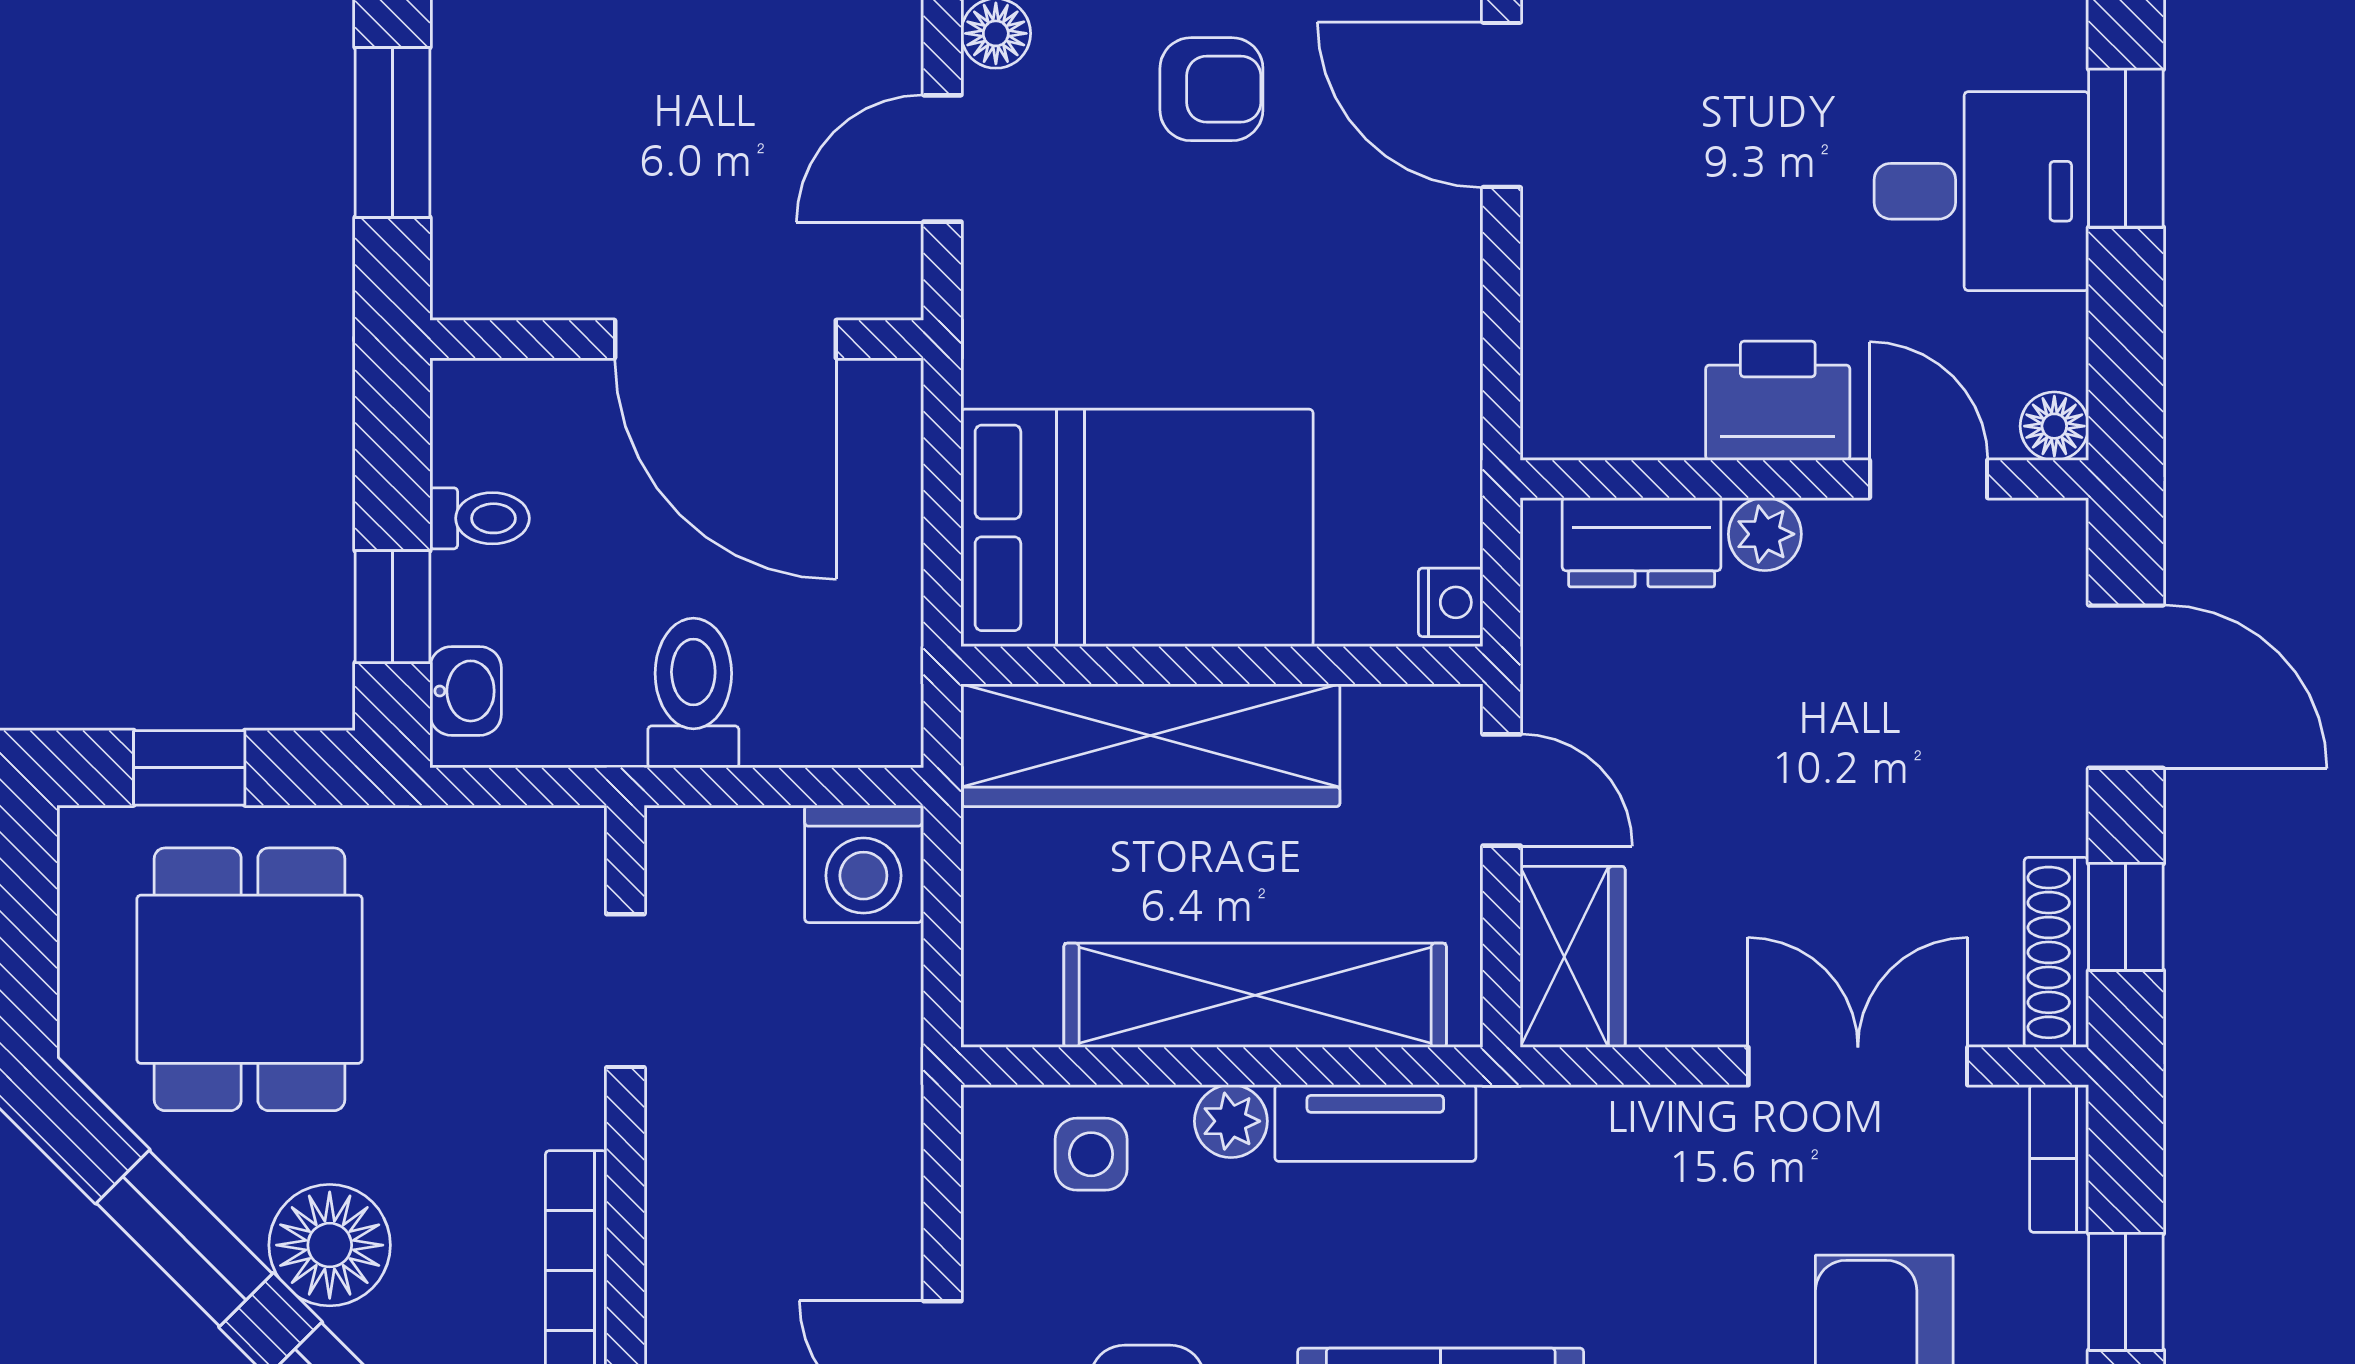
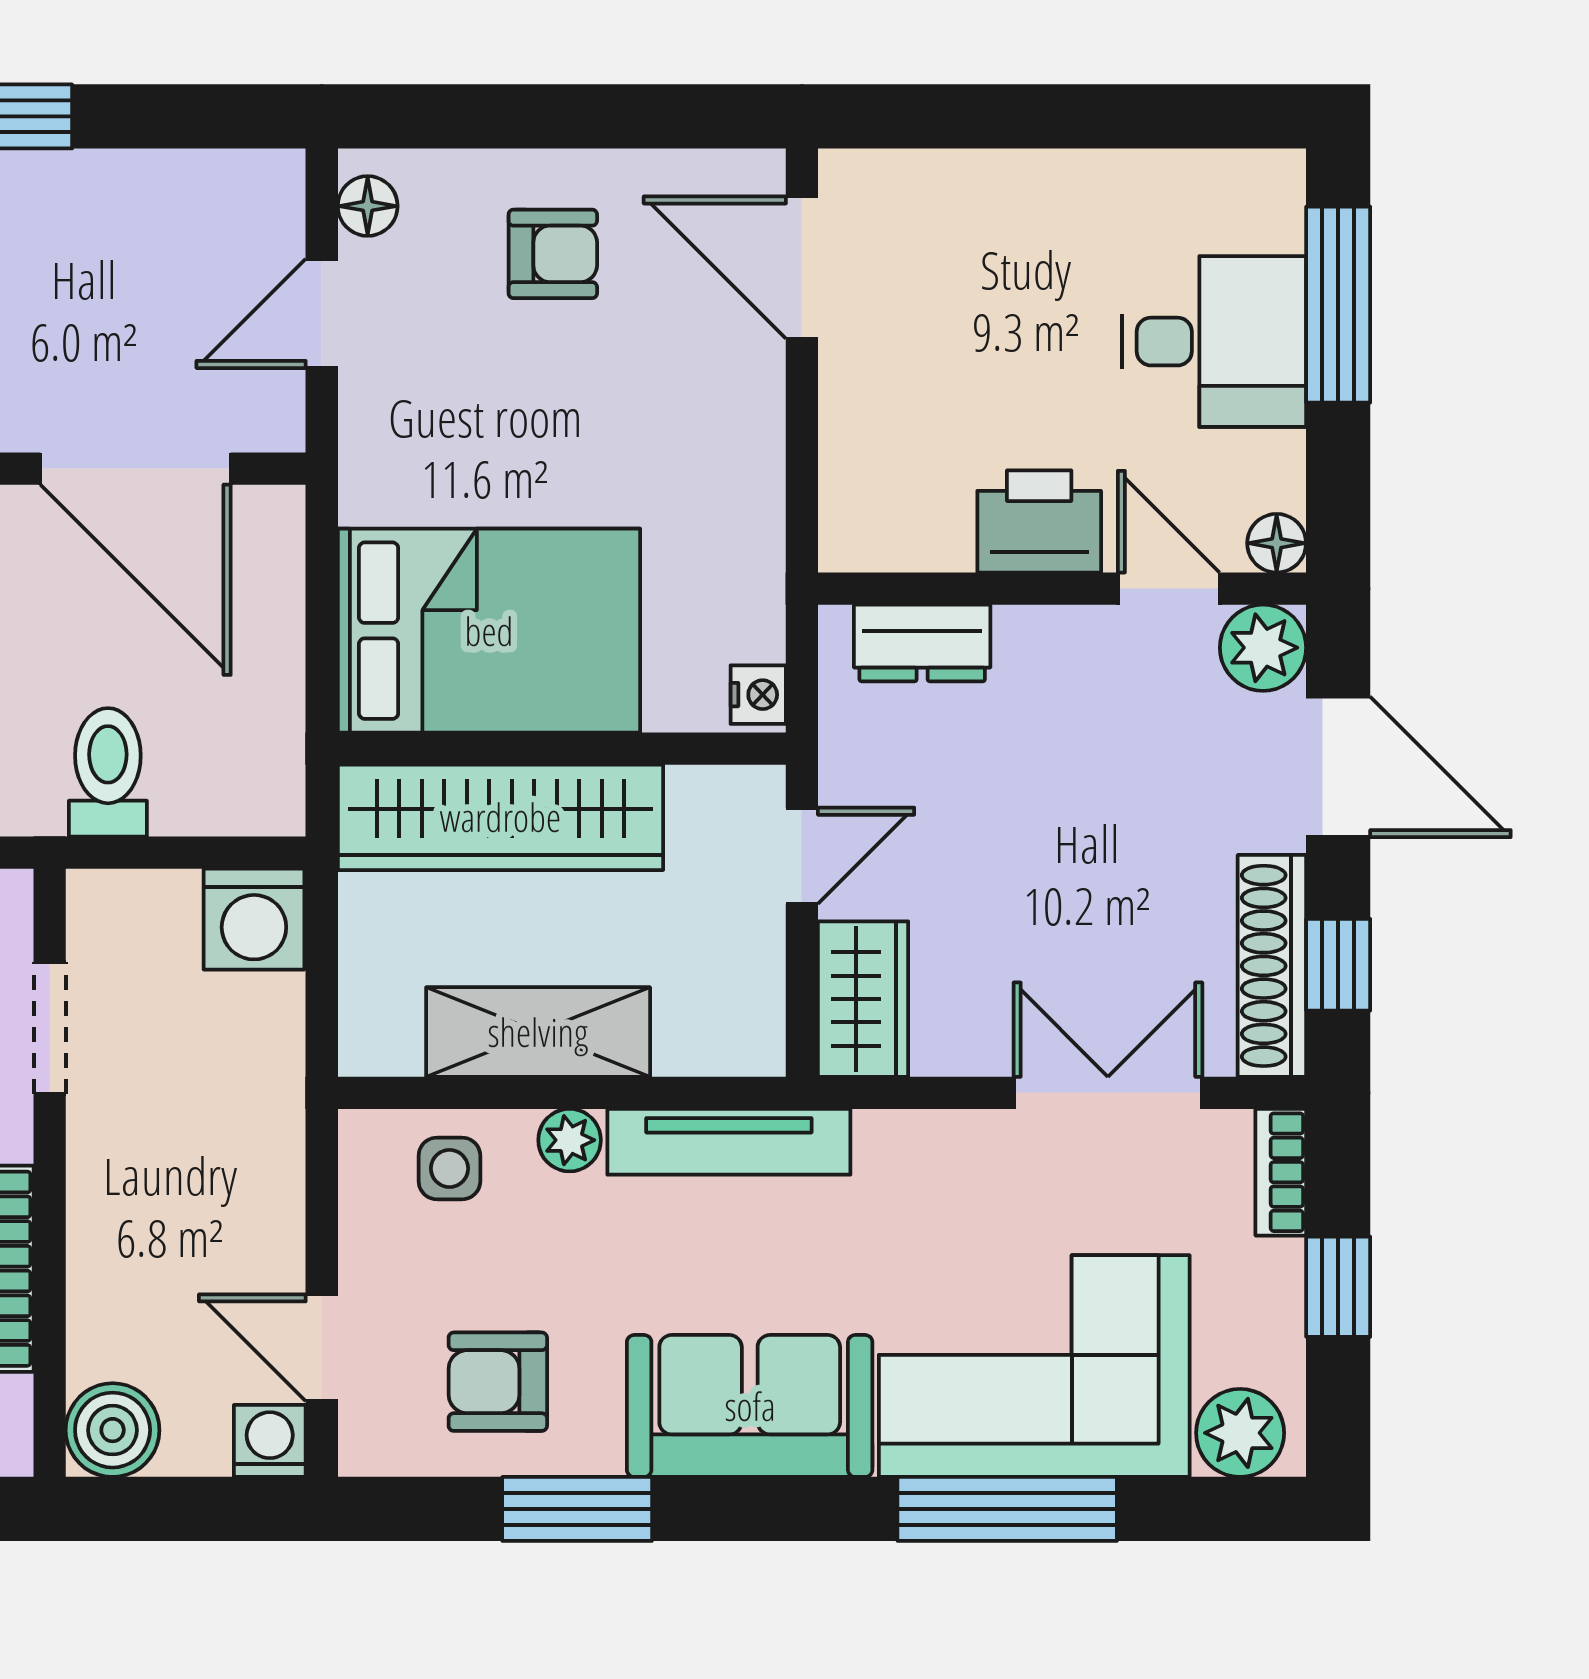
window: (2126, 148) -> (1338, 305), width x1.44
plant: (1765, 534) -> (1263, 648), moved, width x1.38, depth x1.38
door: (1502, 790) -> (802, 856), hinge flipped
shoe rack: (2056, 952) -> (1272, 966), width x1.36, depth x1.24
shelving: (1255, 995) -> (538, 1032), width x0.68
tv unit: (1375, 1123) -> (729, 1142), width x1.41

